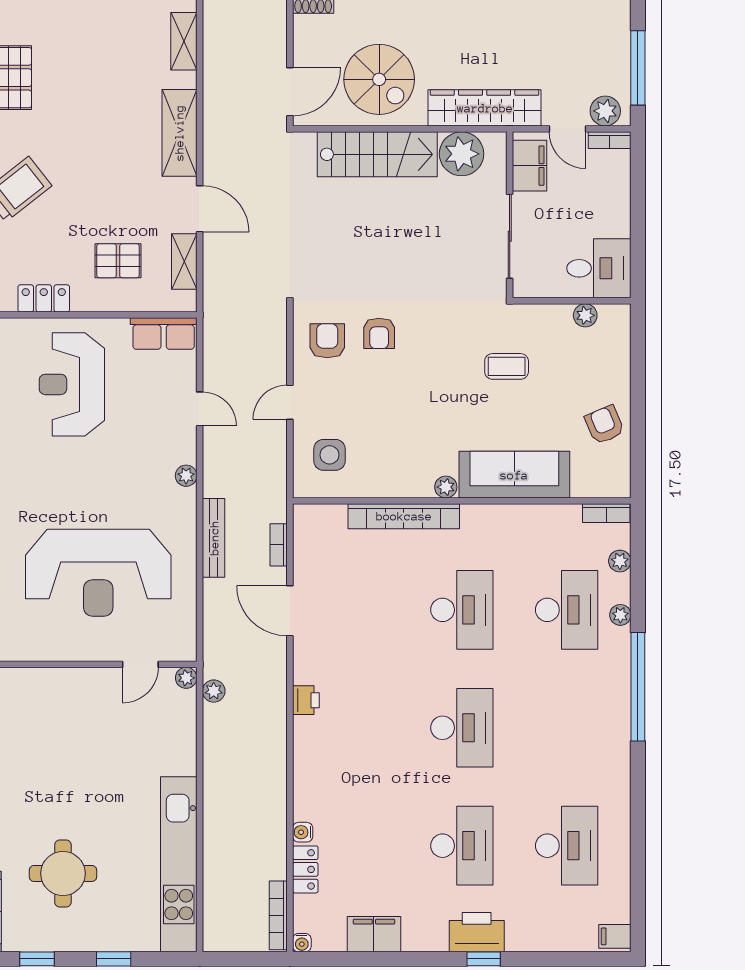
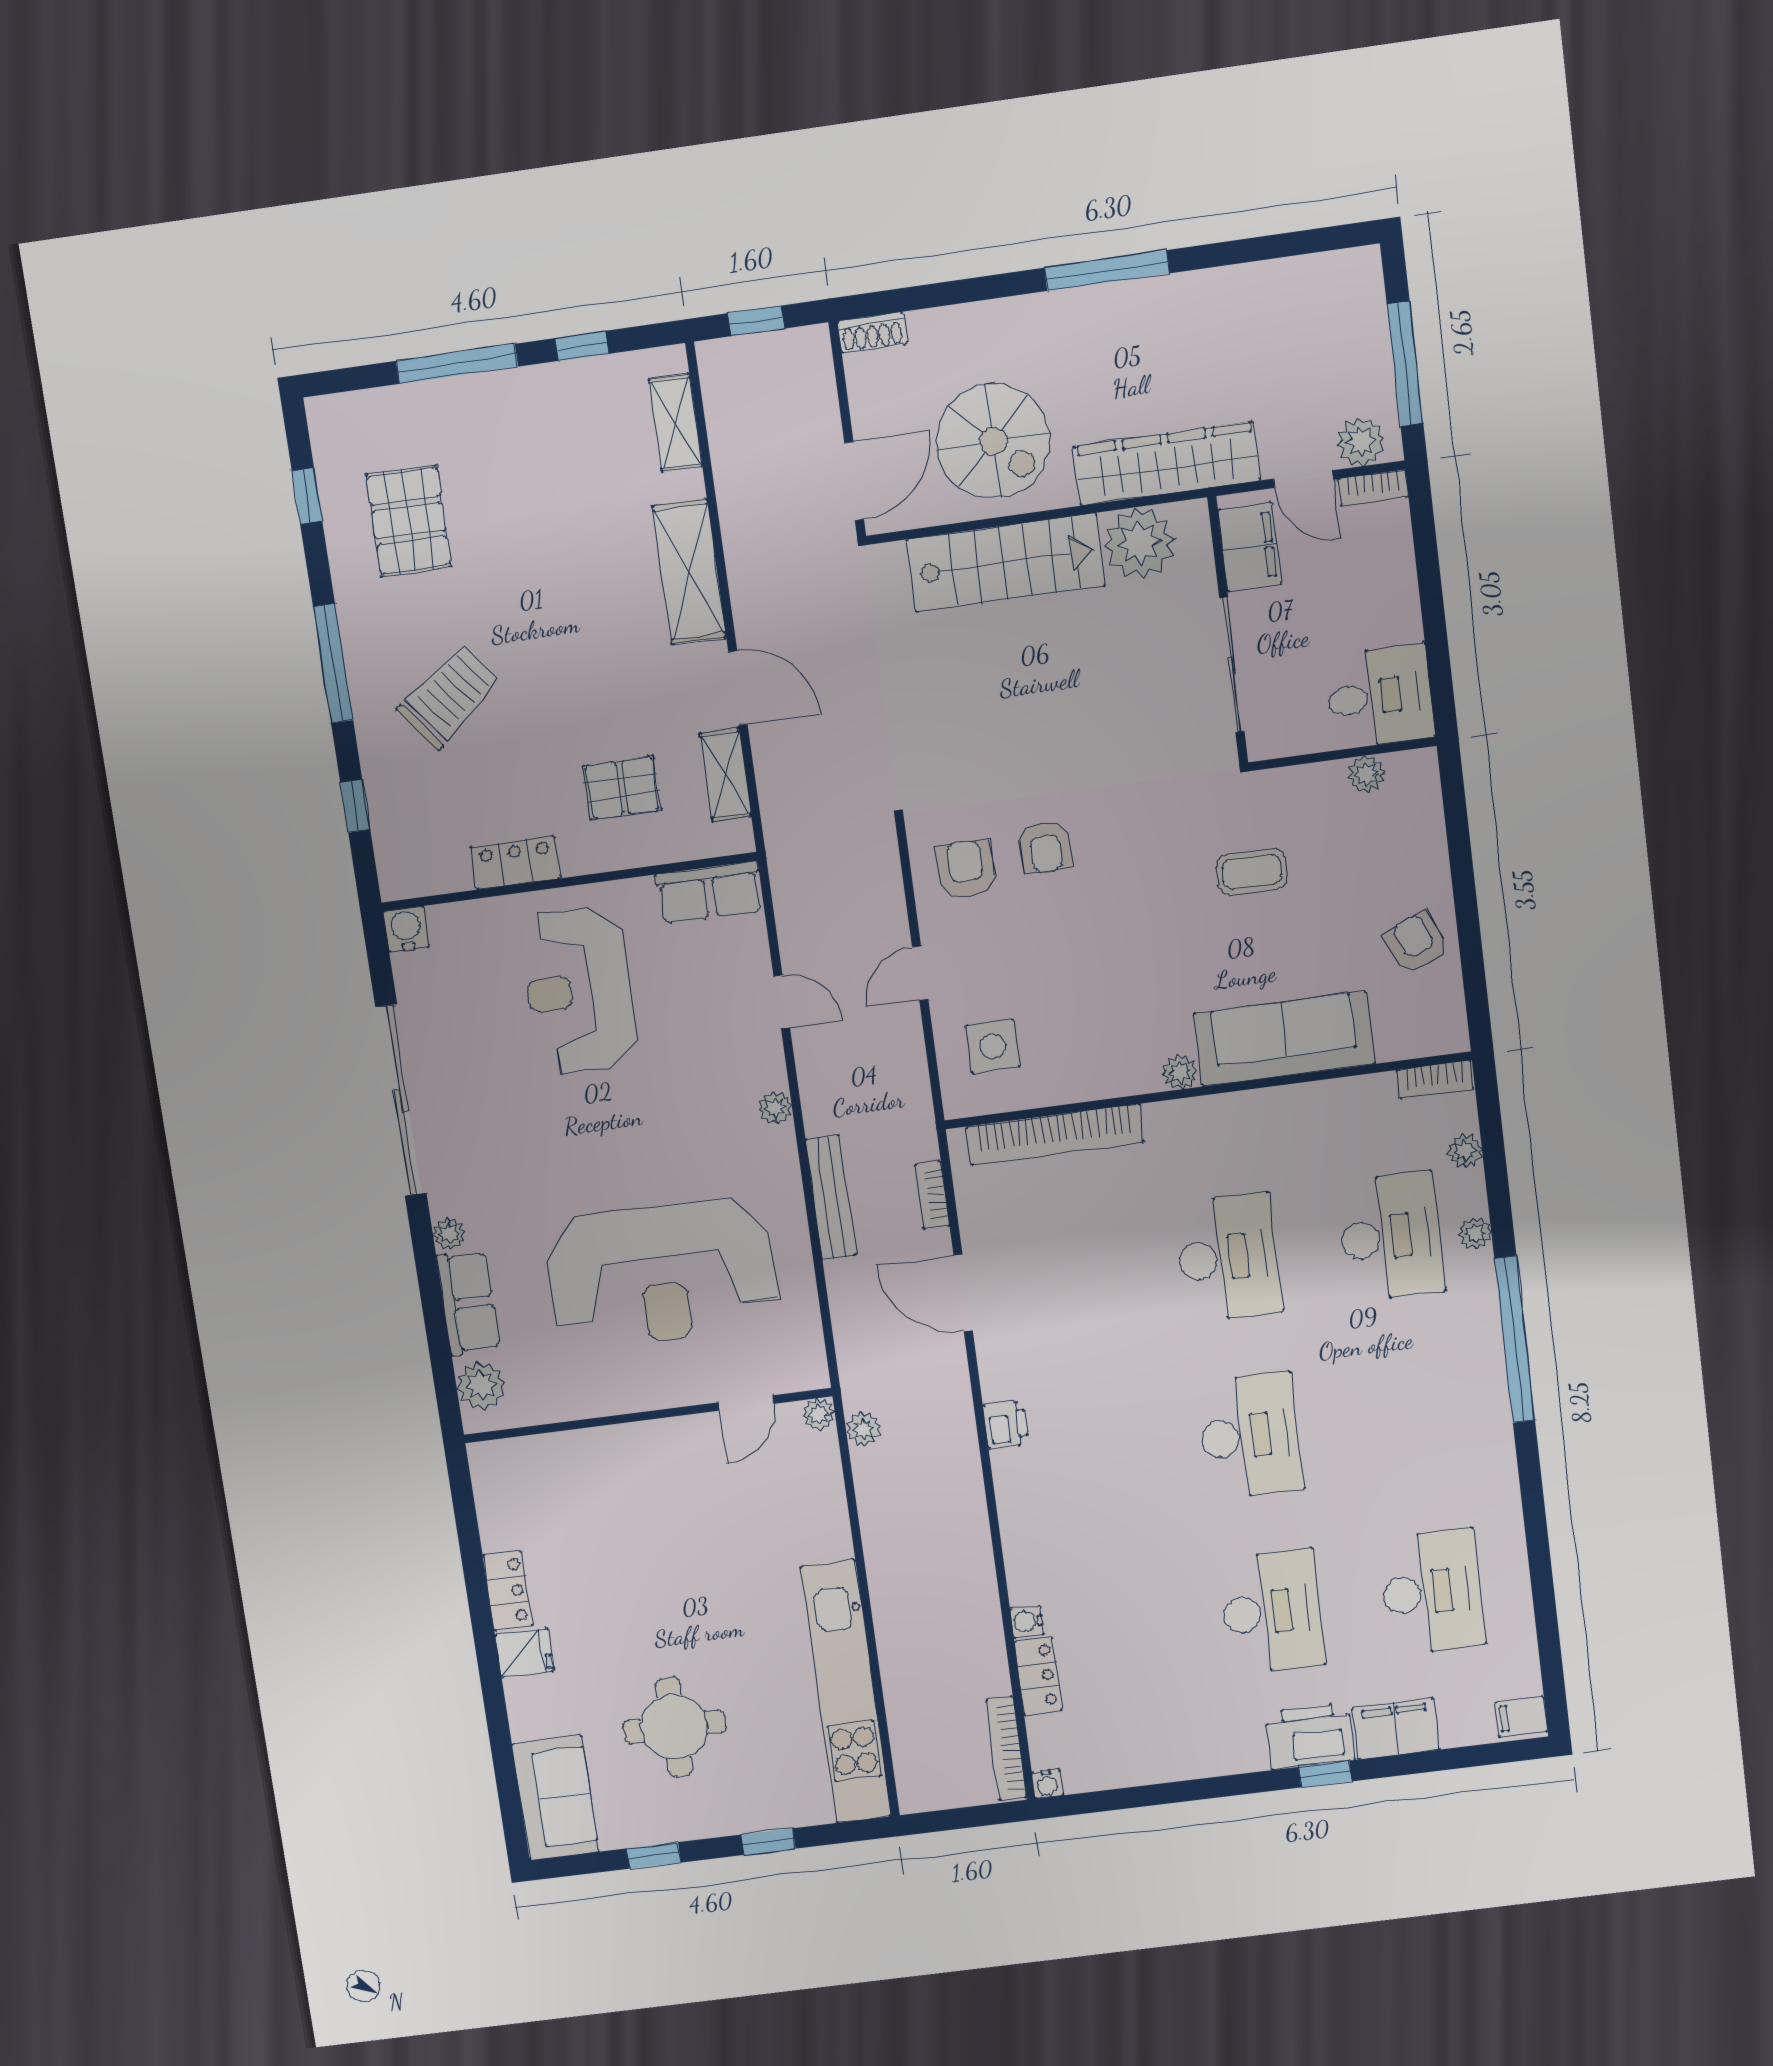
bookcase: (404, 516) -> (1055, 1135), moved
filing cabinet: (374, 934) -> (1396, 1729), moved

